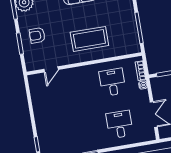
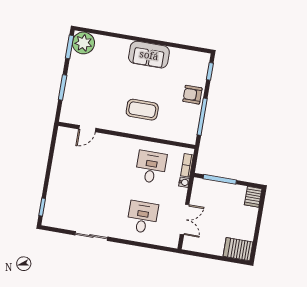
armchair: (37, 35) -> (192, 95), moved
coffee table: (89, 39) -> (142, 110), width x0.73, depth x0.76

